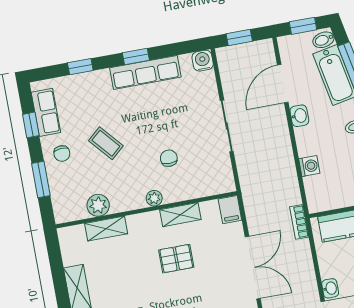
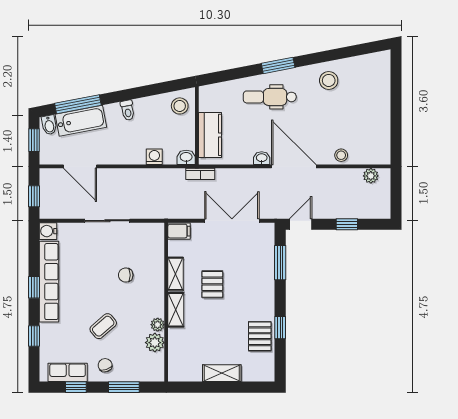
row of seats: (145, 72) -> (49, 282), width x1.36
washbasin: (299, 116) -> (186, 157), moved
chair: (62, 154) -> (105, 365), turned -104
plant: (154, 198) -> (158, 325), moved
shelving: (106, 229) -> (176, 310), moved

